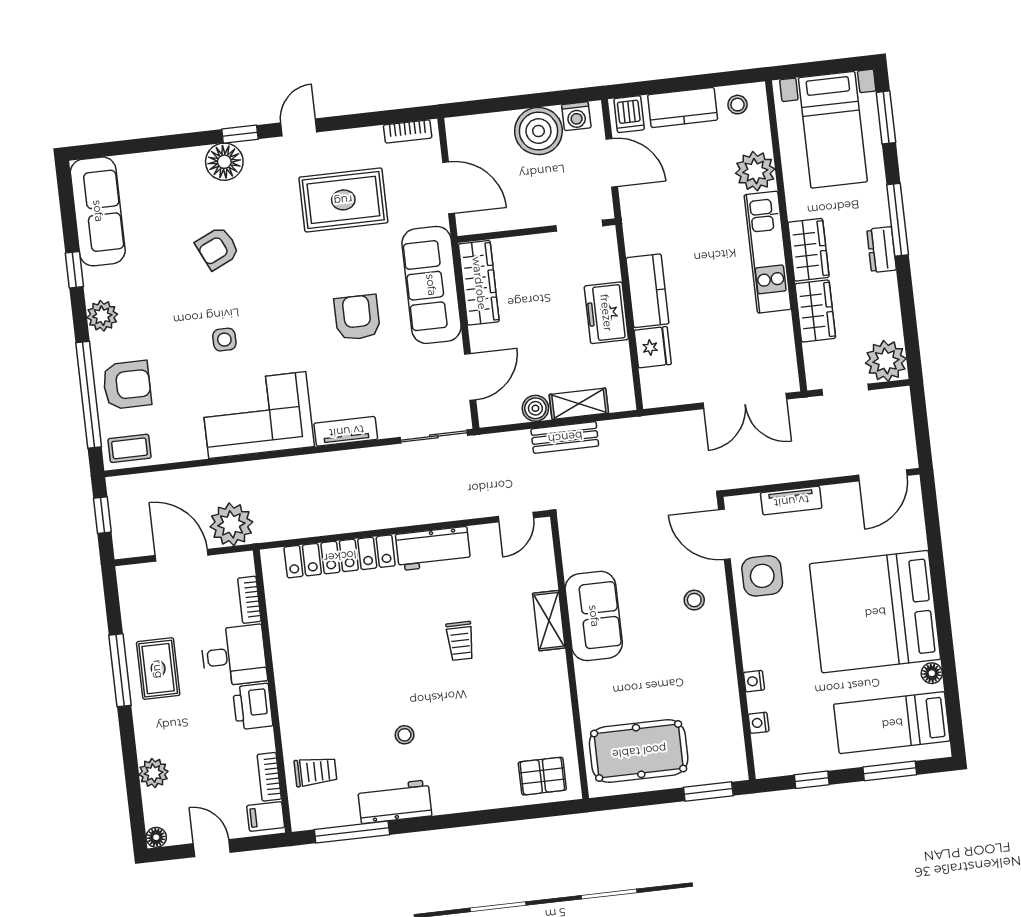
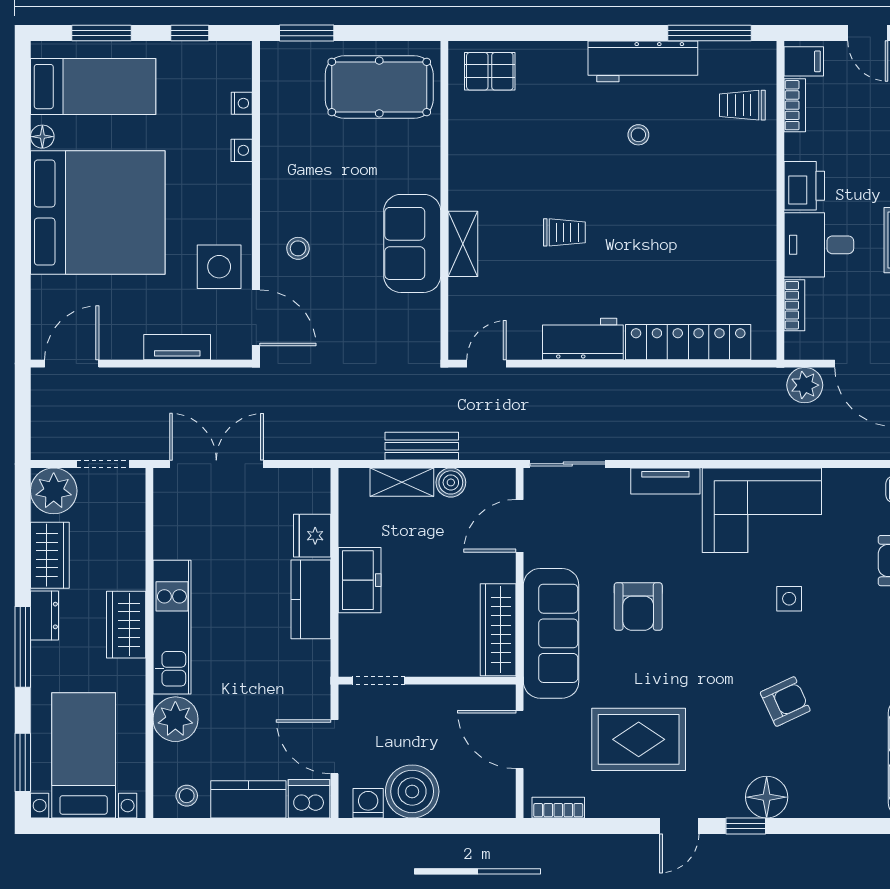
dishwasher: (629, 114) -> (309, 799), width x1.38
wardrobe: (815, 311) -> (50, 555), moved, turned 180
plant: (231, 524) -> (805, 385), width x0.73, depth x0.73
trolley: (460, 641) -> (564, 232), turned 90
workbench: (395, 802) -> (643, 61), width x1.38

